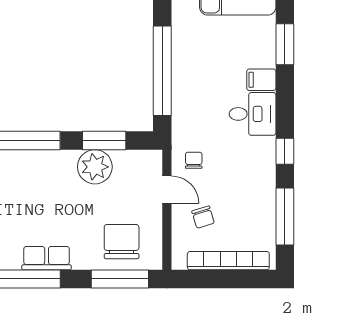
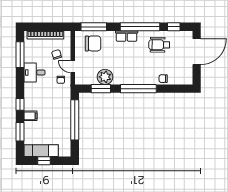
desk: (253, 114) -> (34, 73), moved
window: (285, 151) -> (20, 104), moved
chair: (122, 242) -> (93, 43), turned -90

